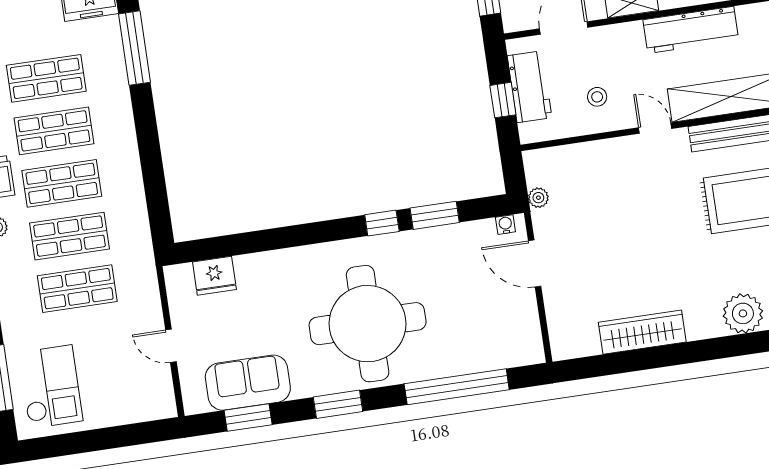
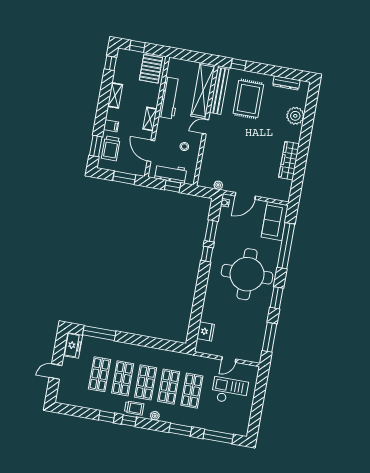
sofa: (248, 383) -> (275, 221), moved
checkout: (51, 387) -> (230, 391), moved
window: (248, 418) -> (270, 337), width x1.44

